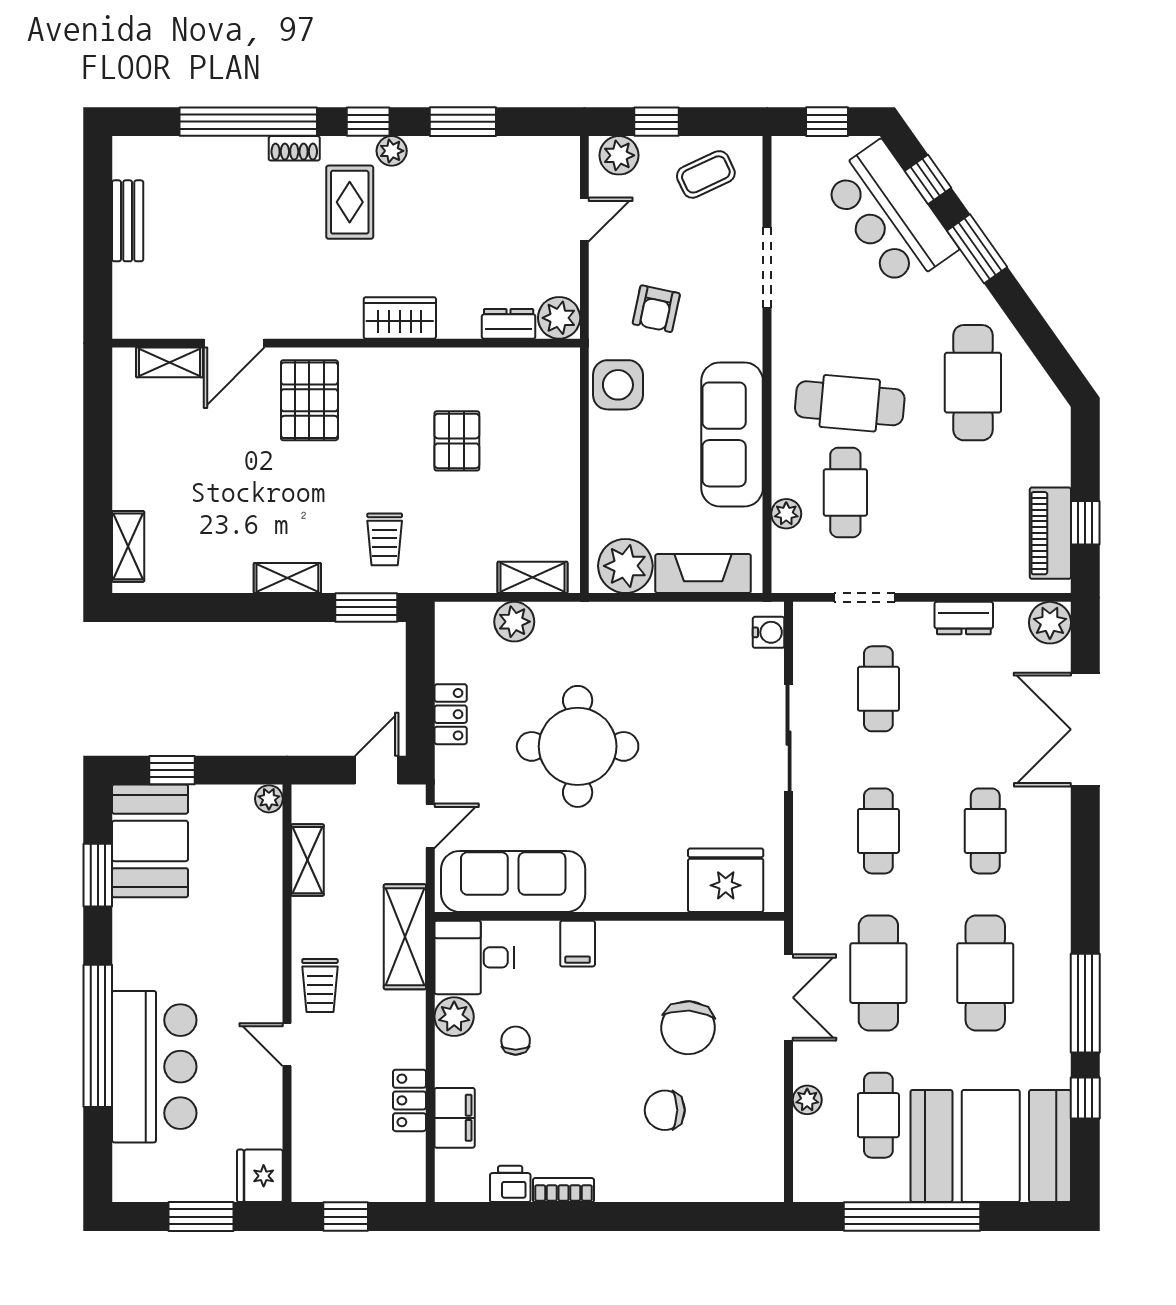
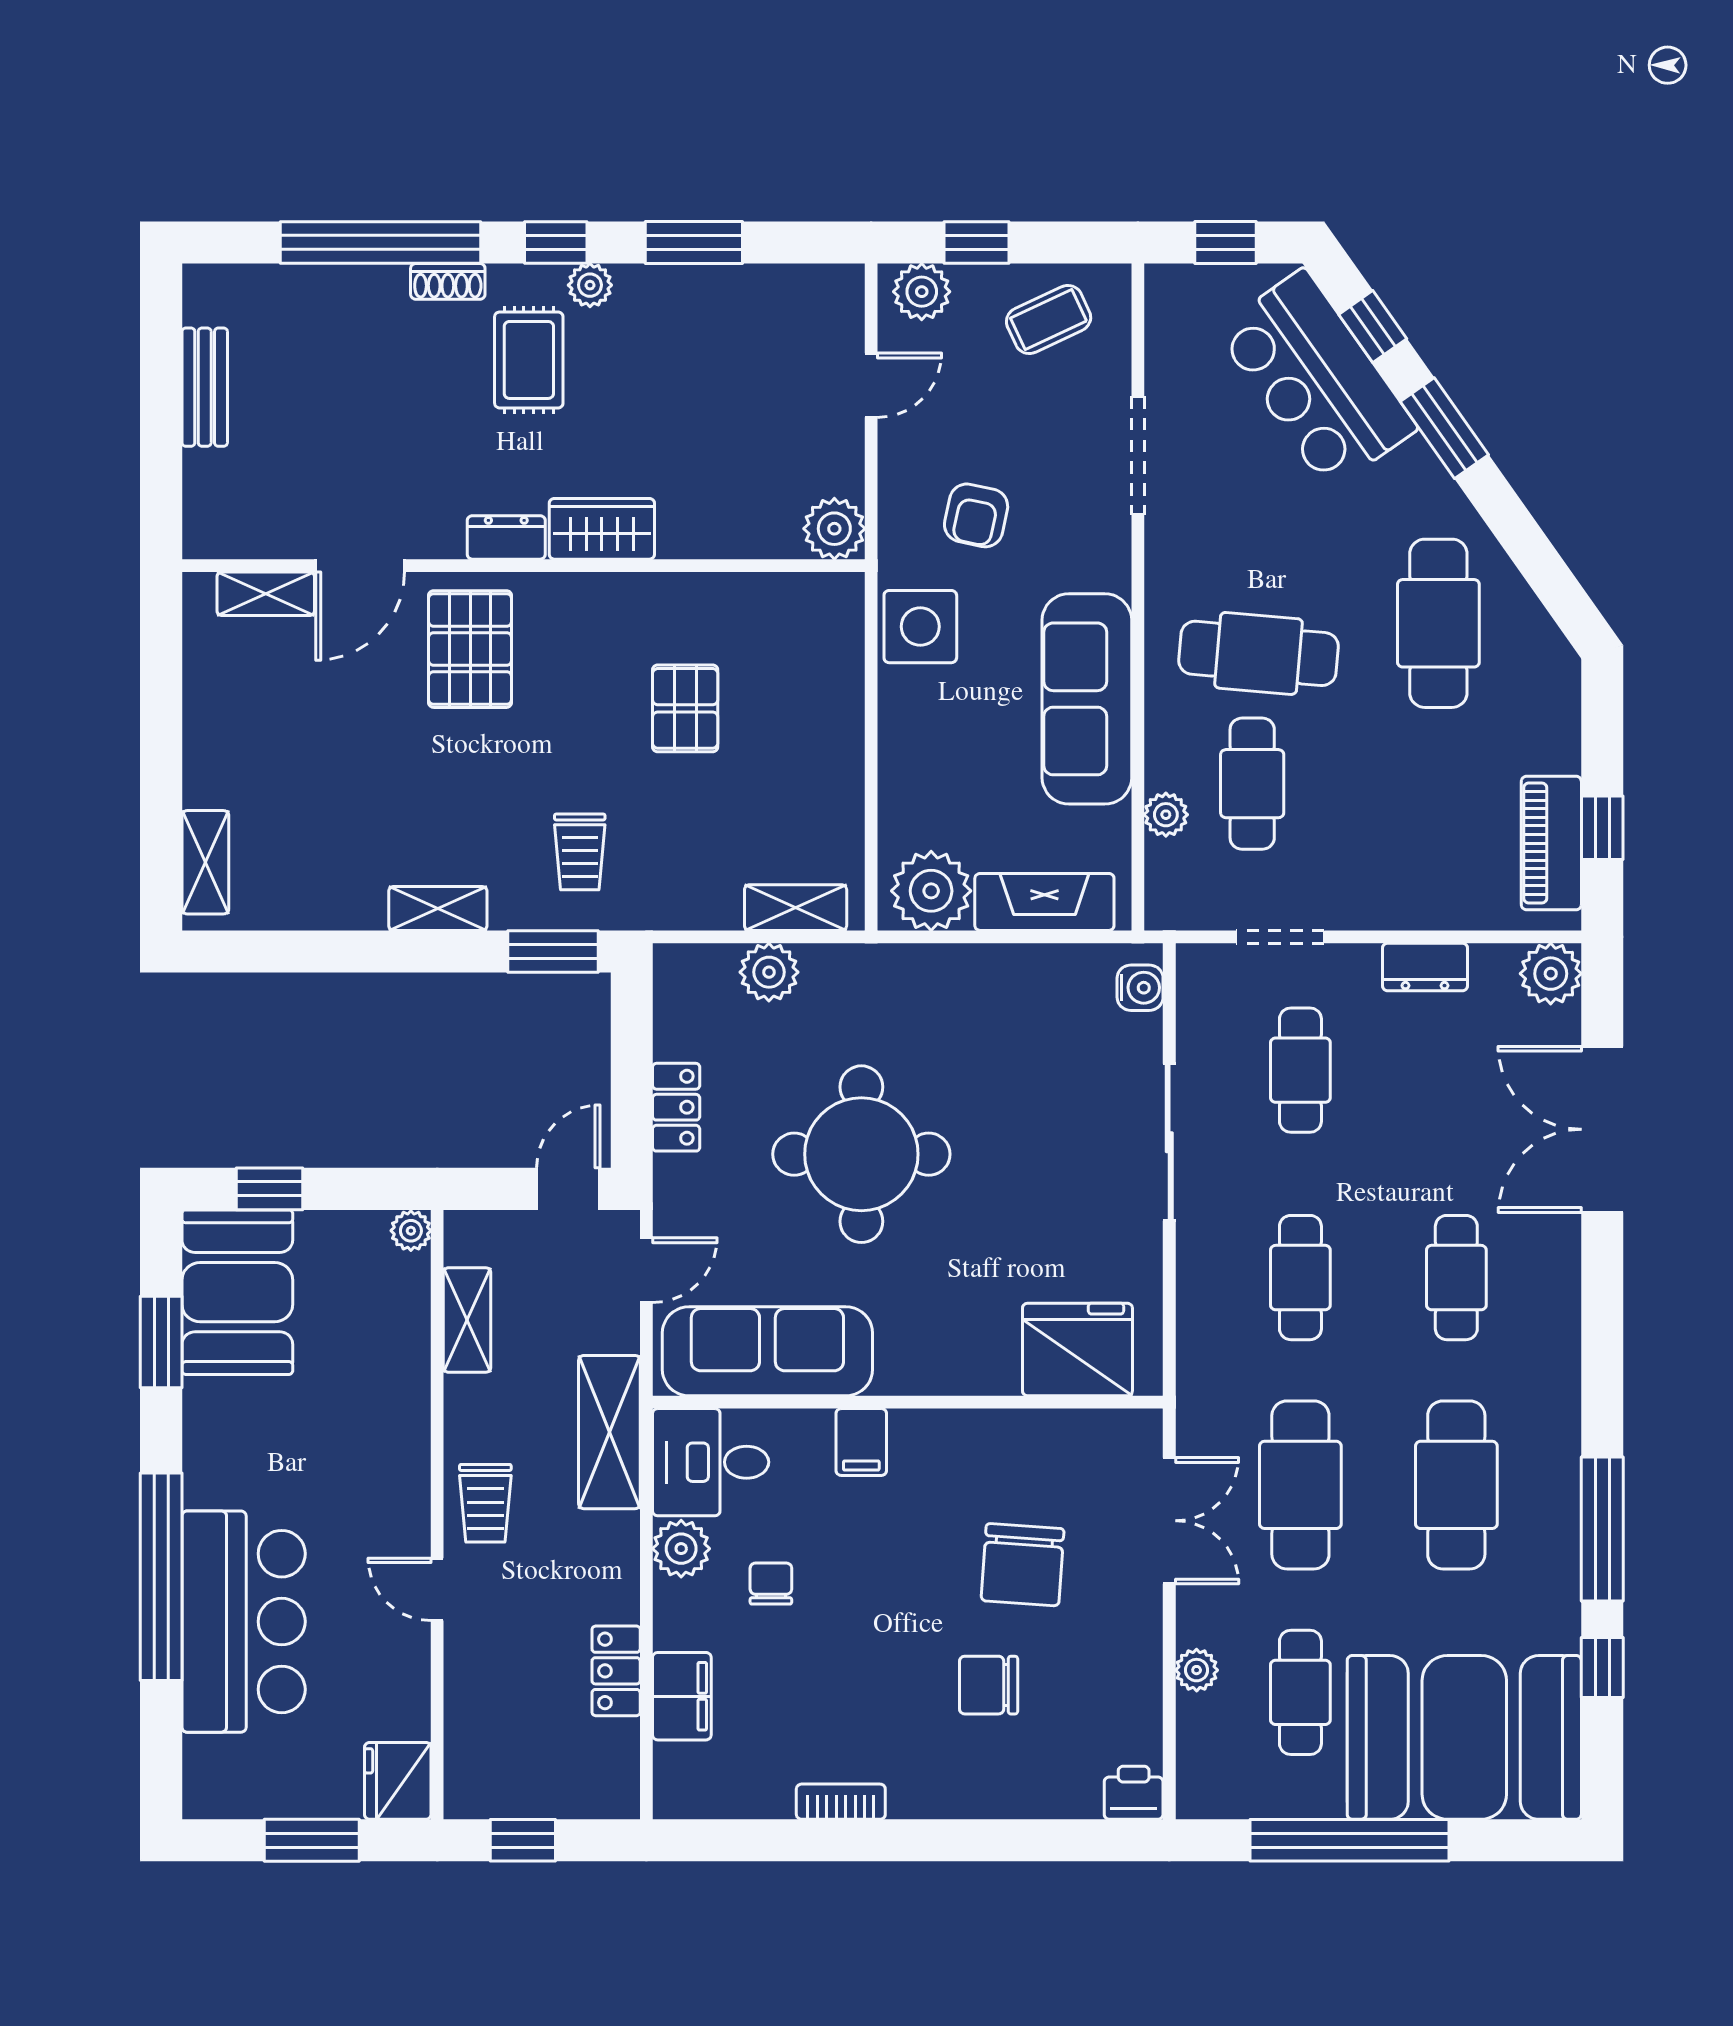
dresser: (509, 324) -> (506, 537), moved
printer: (510, 1184) -> (1134, 1793), moved

